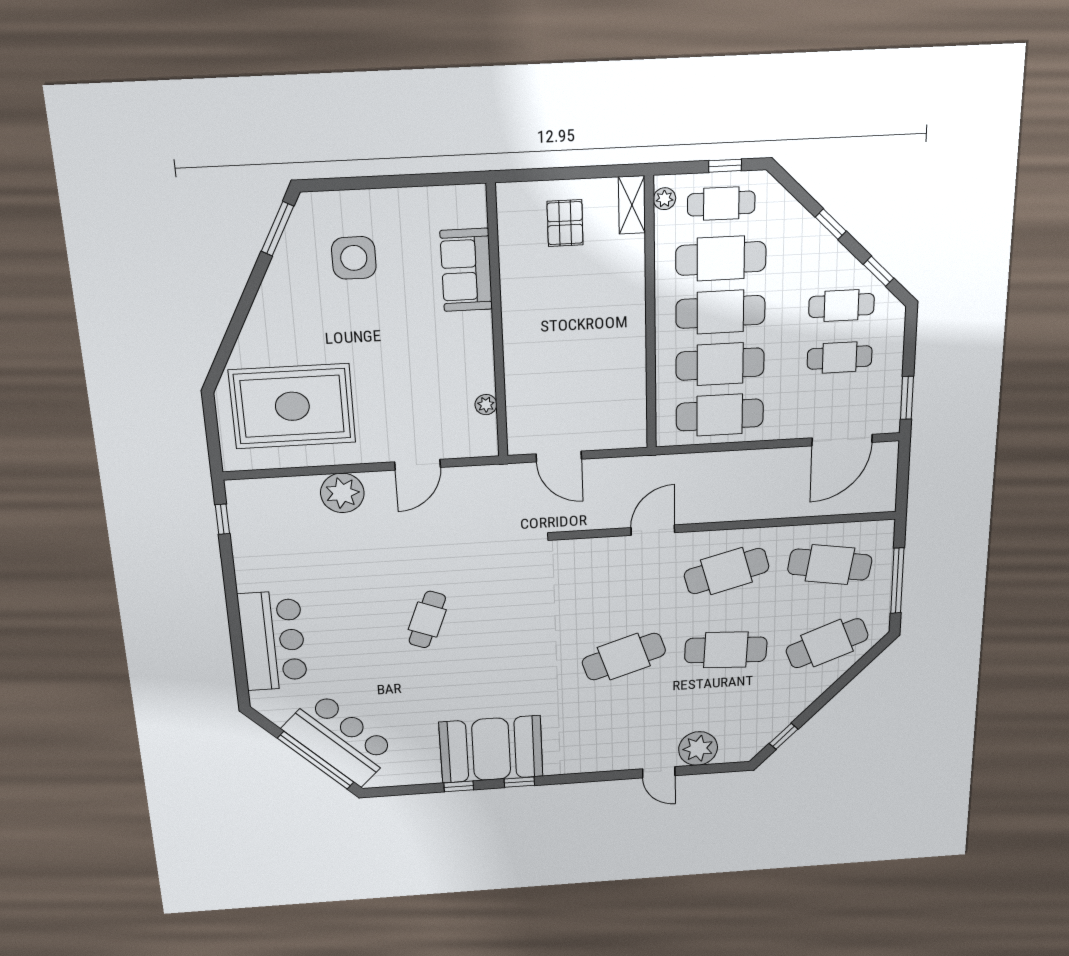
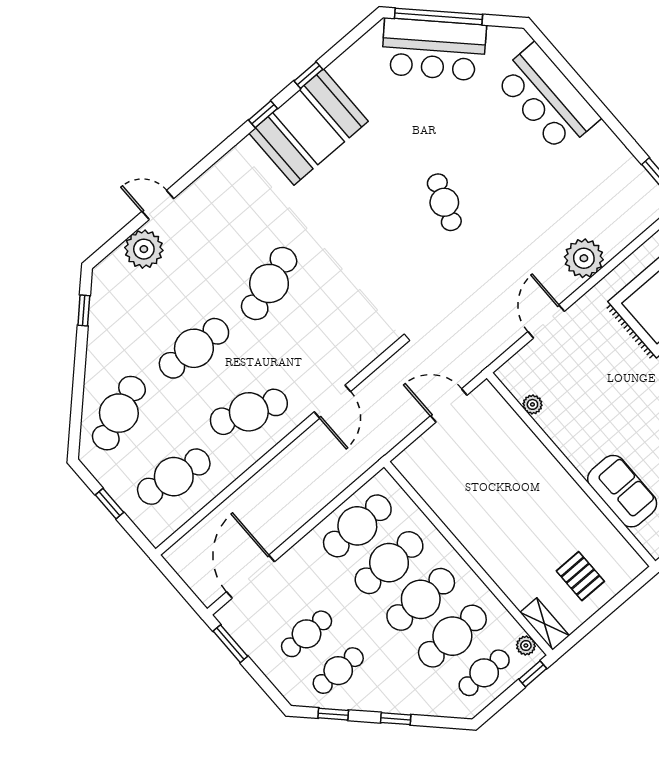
window: (725, 166) -> (533, 674), moved
cafe table: (727, 571) -> (249, 412), turned 36
window: (897, 581) -> (110, 504), width x0.46

